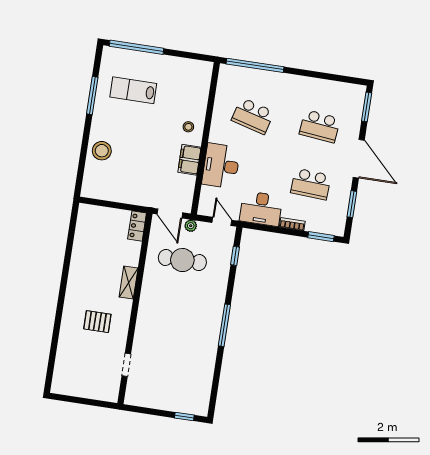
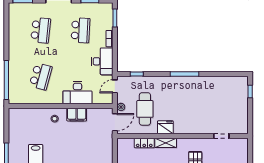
locker: (137, 226) -> (144, 143), moved
fridge: (151, 286) -> (165, 127), added

